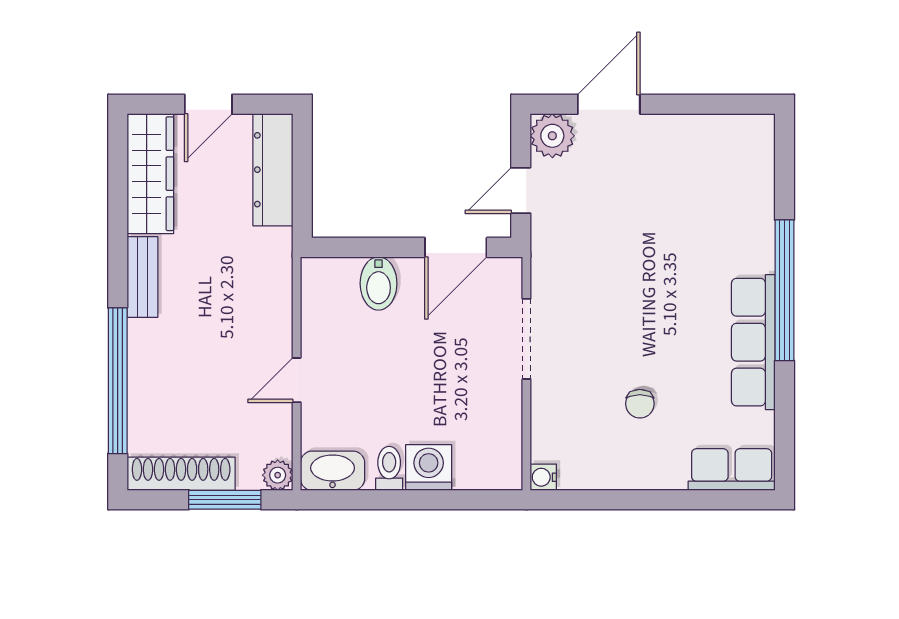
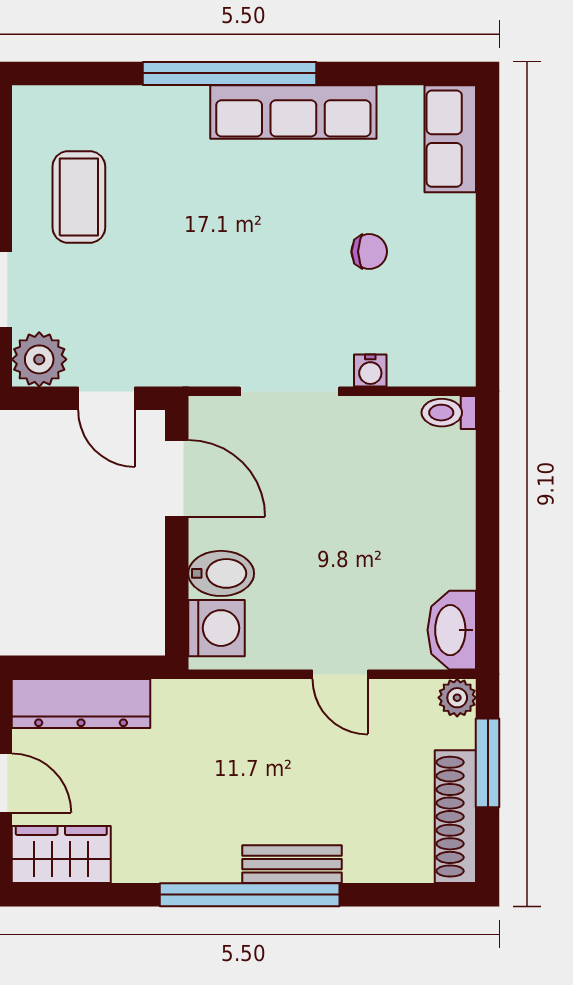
coffee table: (684, 168) -> (79, 197), added
wardrobe: (150, 174) -> (61, 854), width x0.67
bench: (142, 277) -> (292, 864), moved
window: (118, 381) -> (250, 895), moved
washing machine: (429, 467) -> (217, 628), moved, turned 180
toilet: (389, 468) -> (449, 413), moved
water cooler: (543, 477) -> (370, 370), moved

